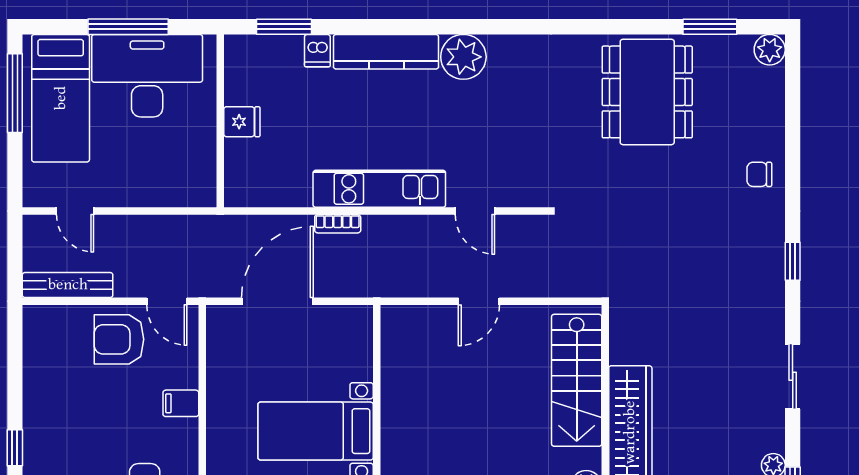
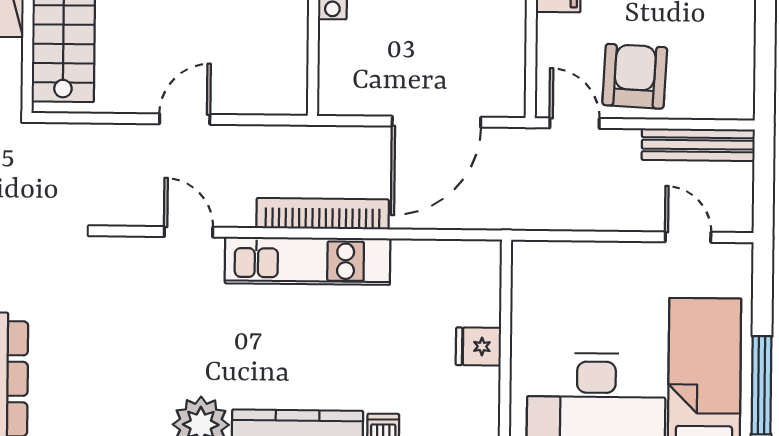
bookcase: (338, 224) -> (323, 214), width x2.31, depth x1.31
armchair: (119, 339) -> (635, 76), turned -87

